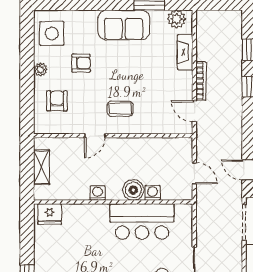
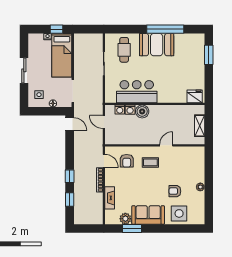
plant: (176, 19) -> (125, 219), moved
side table: (52, 33) -> (179, 213), moved
armchair: (57, 101) -> (127, 161), moved
washing machine: (97, 193) -> (120, 110), moved

